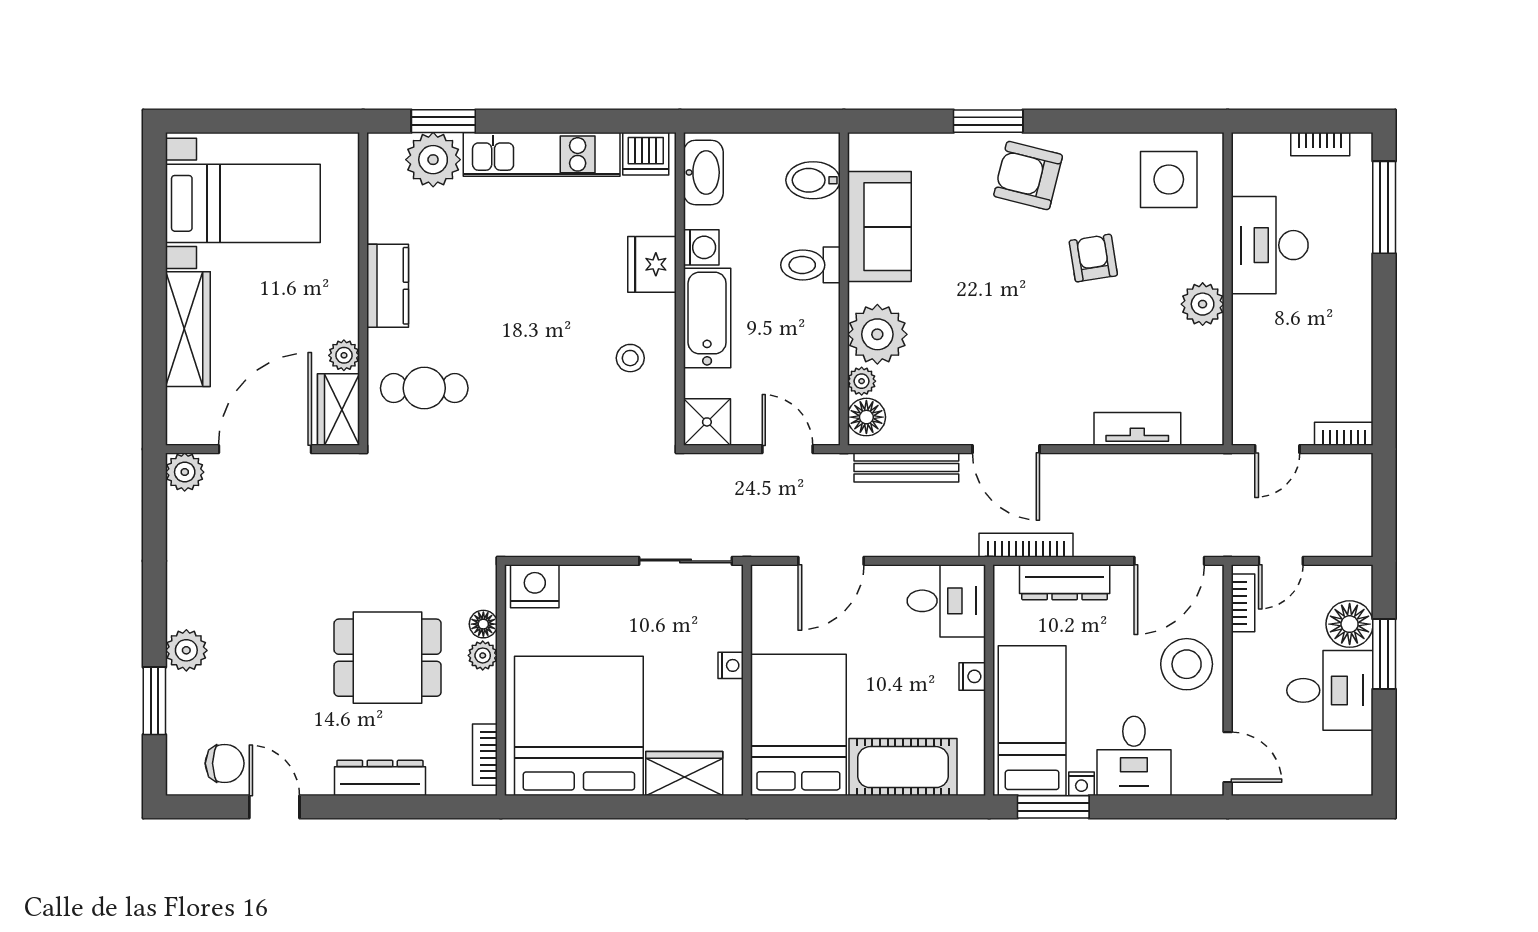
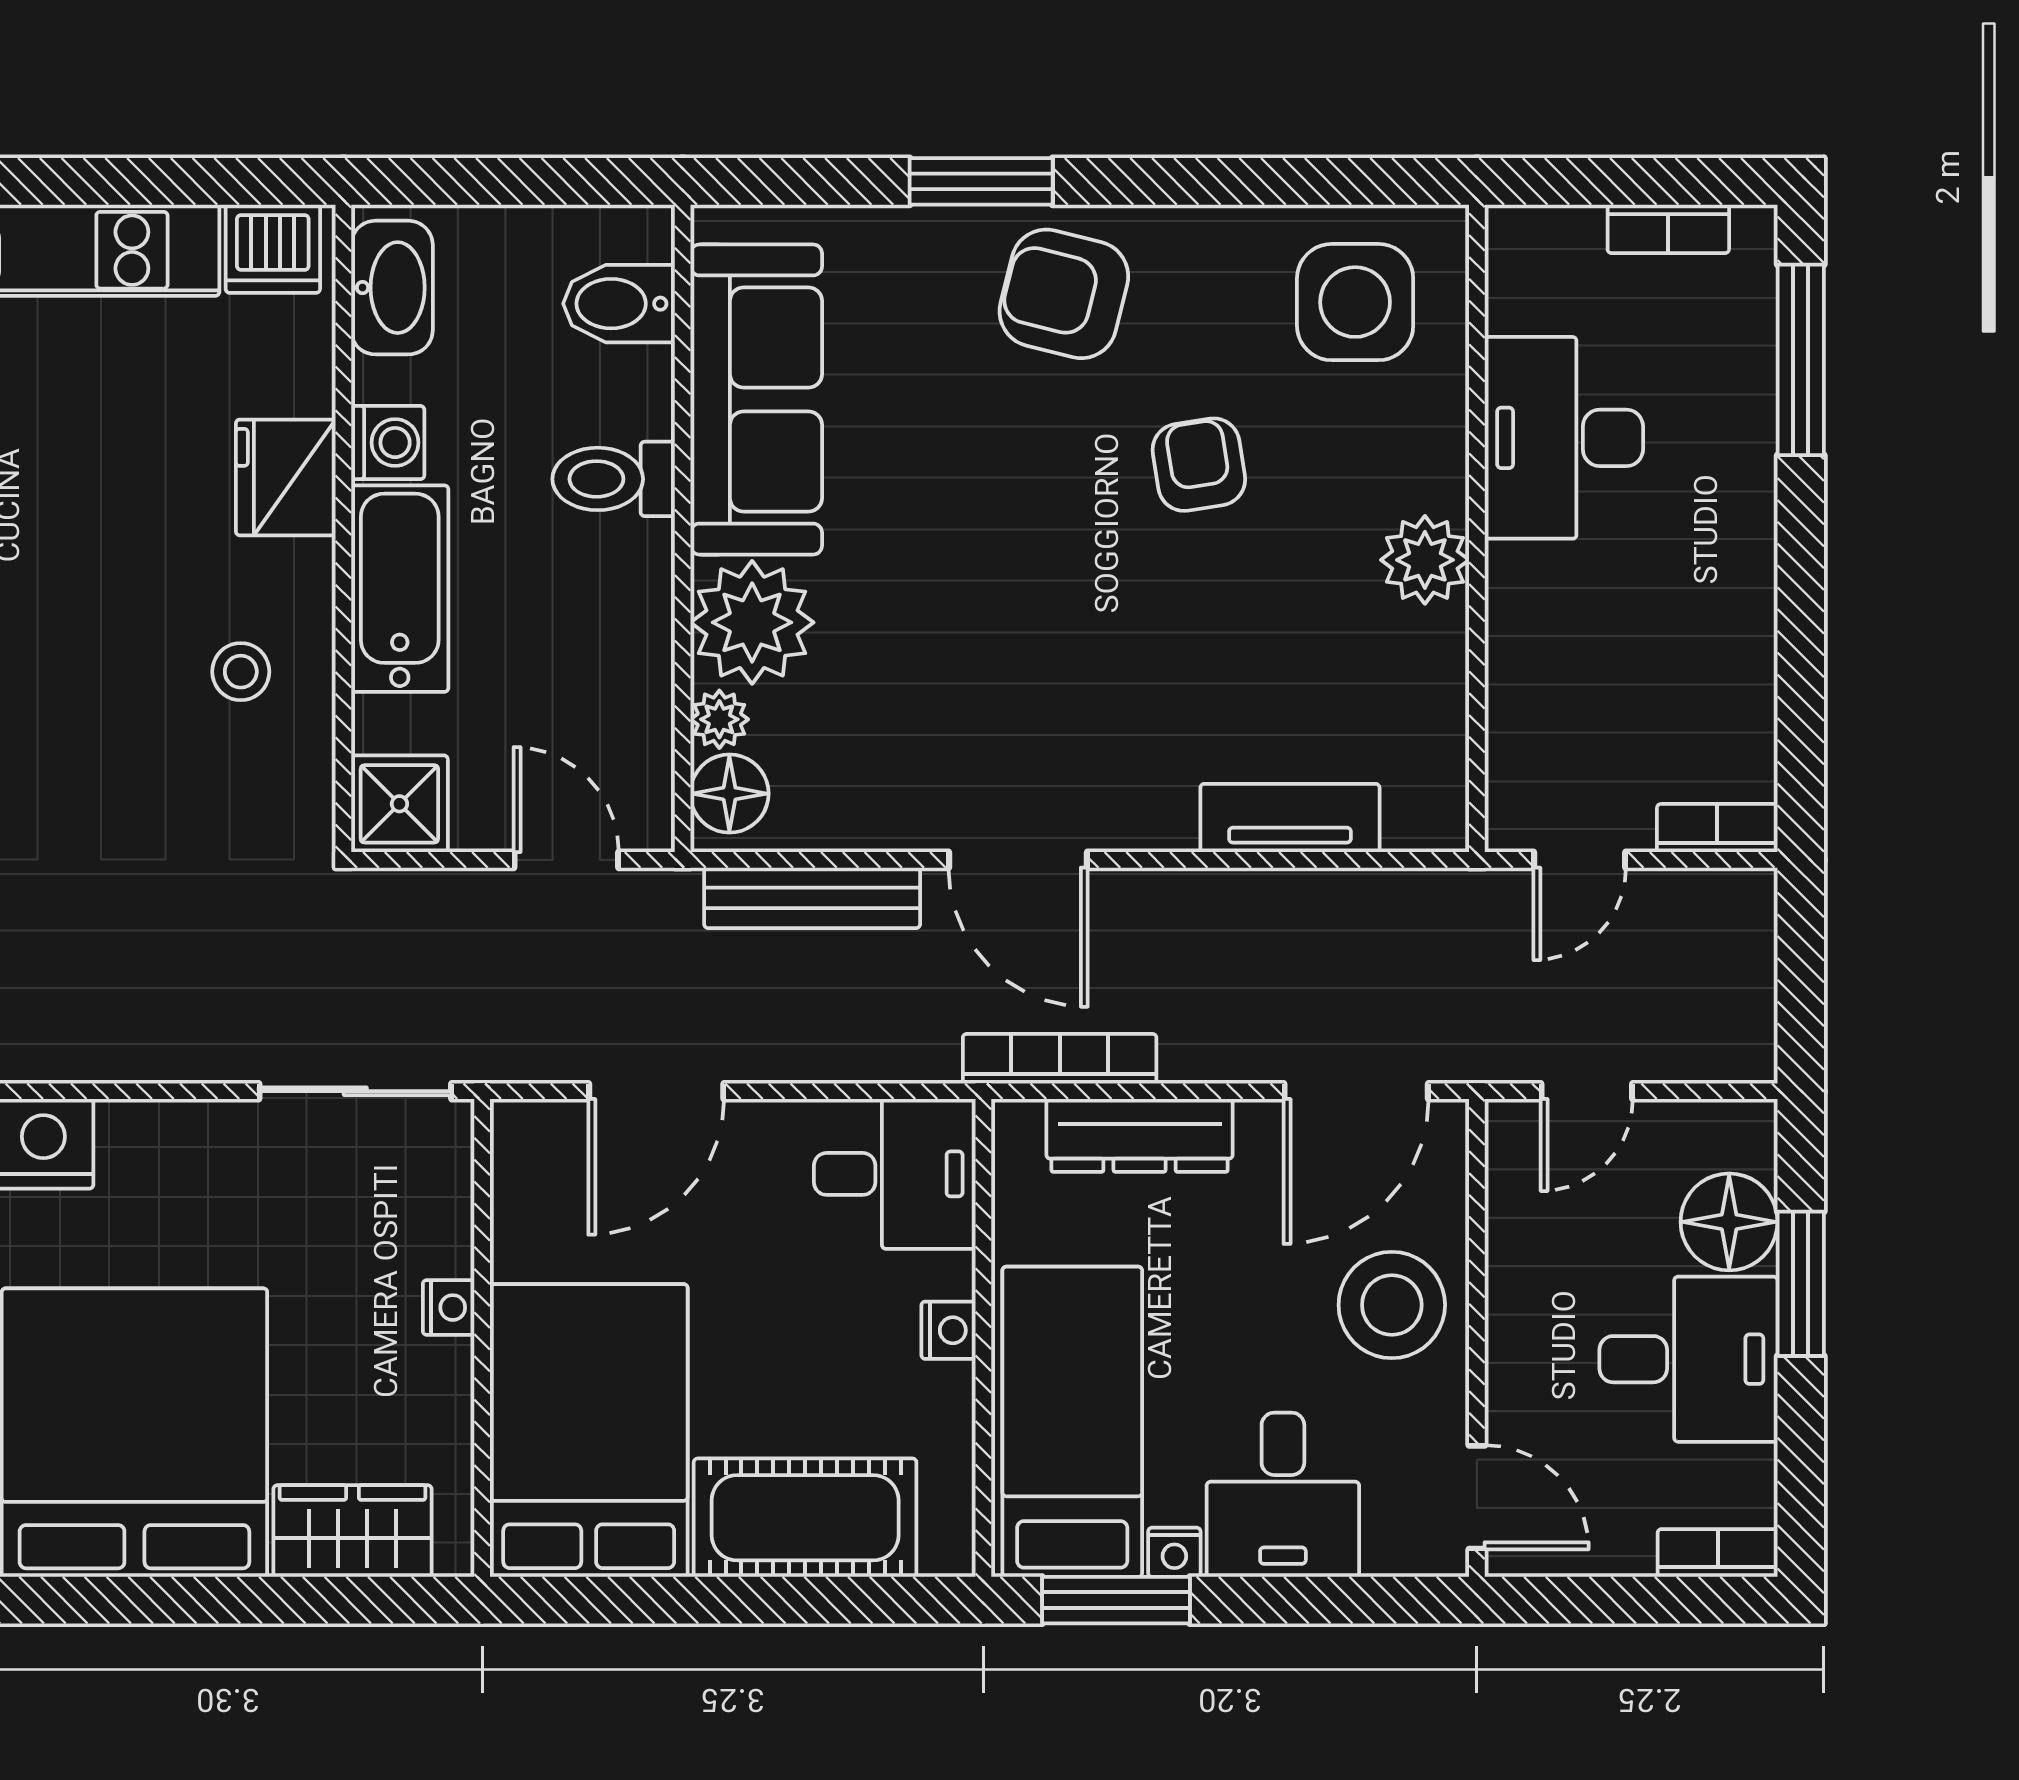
sofa: (879, 227) -> (756, 399), width x1.36
bookcase: (1243, 603) -> (1718, 1553), moved, turned -90

